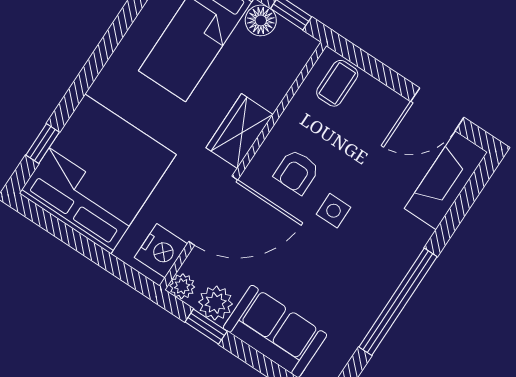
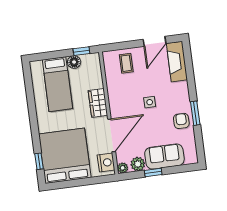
coffee table: (337, 83) -> (126, 63), moved
armchair: (297, 172) -> (181, 121), moved, turned 180
window: (398, 302) -> (195, 113), width x0.47
window: (206, 327) -> (153, 173), moved

